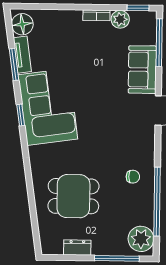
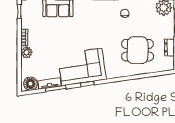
plant: (120, 19) -> (27, 52), moved
dining table: (73, 196) -> (138, 50), turned 90

